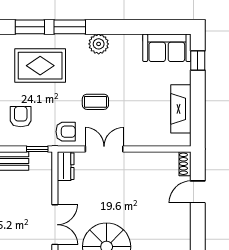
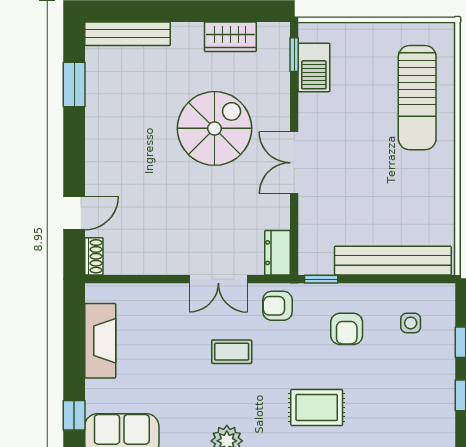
rug: (40, 66) -> (317, 407), width x0.73, depth x0.70

